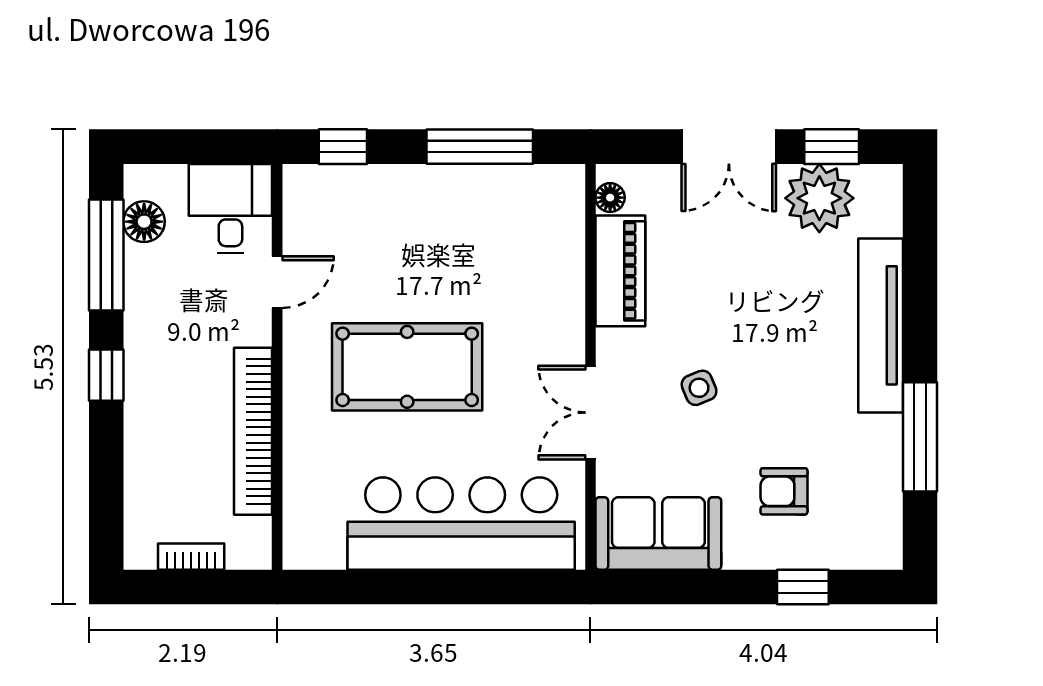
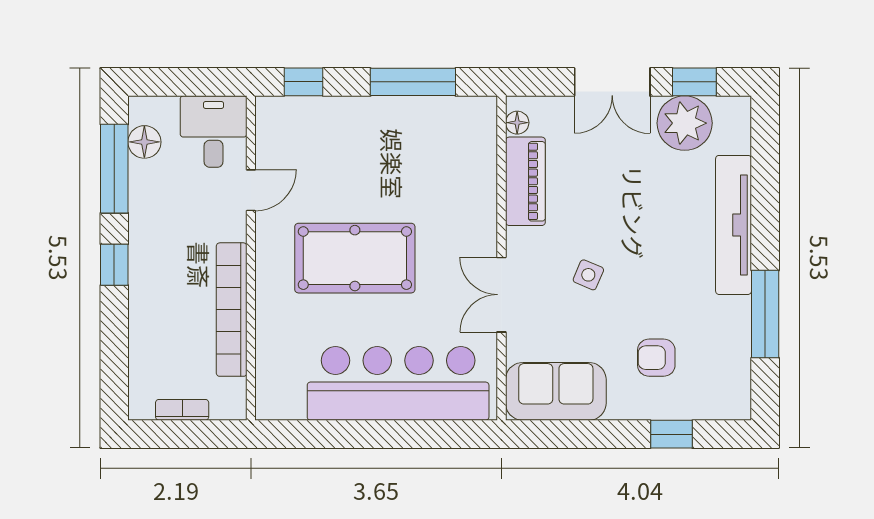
side table: (699, 388) -> (588, 275), turned 45

